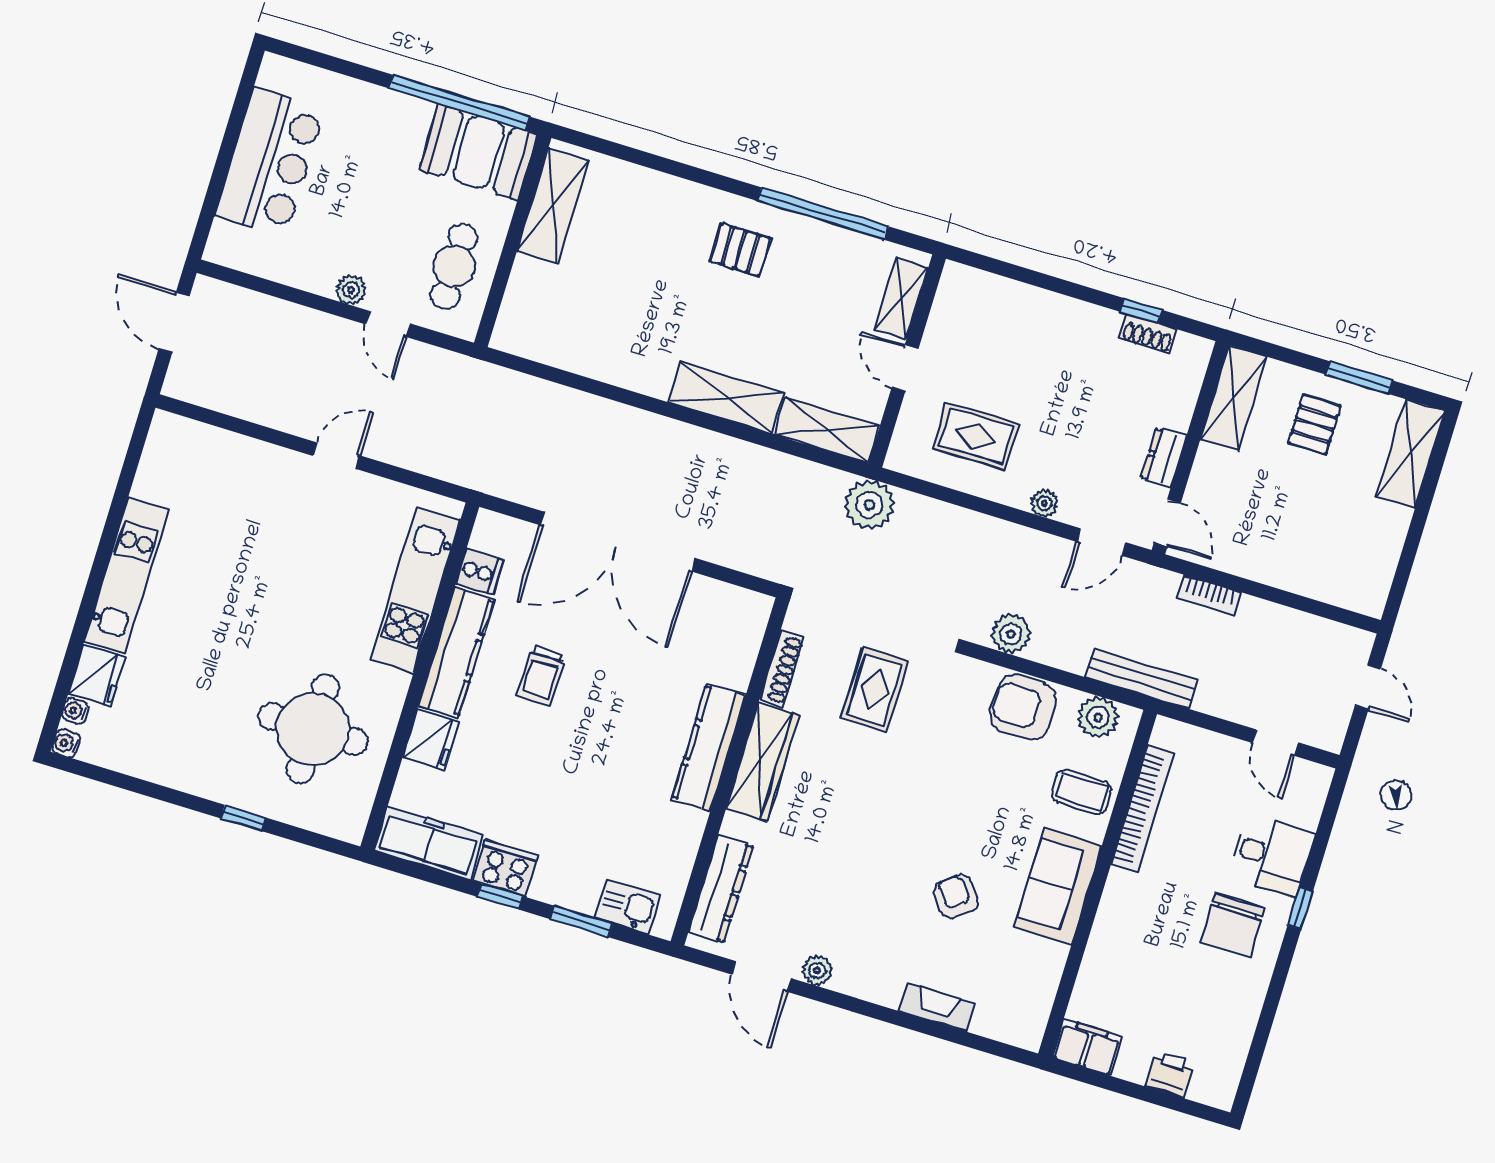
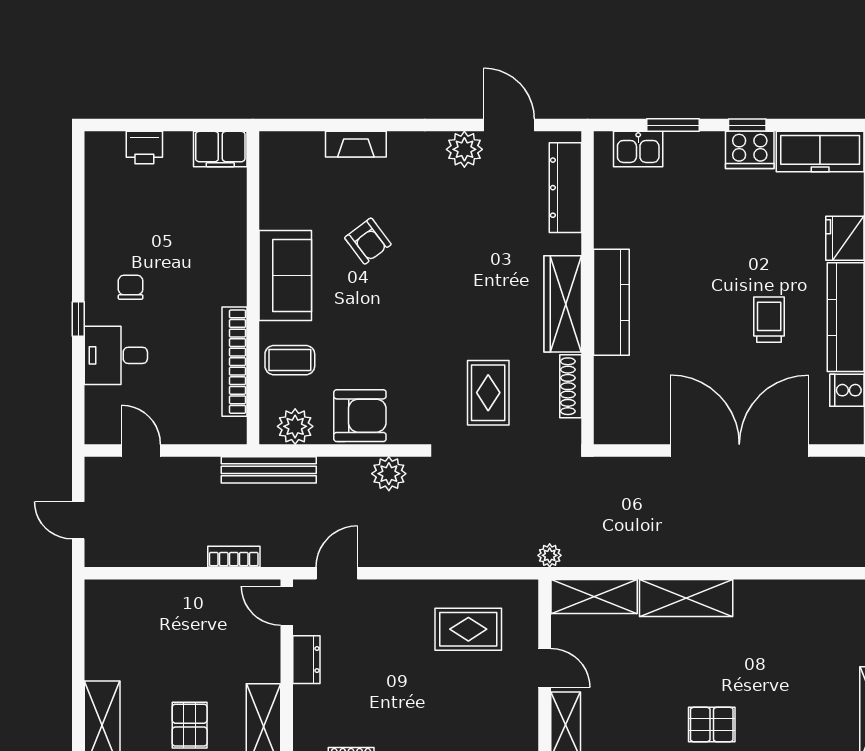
plant: (1044, 503) -> (394, 591), removed
plant: (869, 505) -> (550, 555), width x0.53, depth x0.53
chair: (1232, 926) -> (131, 287), width x0.54, depth x0.54
plant: (817, 970) -> (464, 149), width x1.38, depth x1.38

